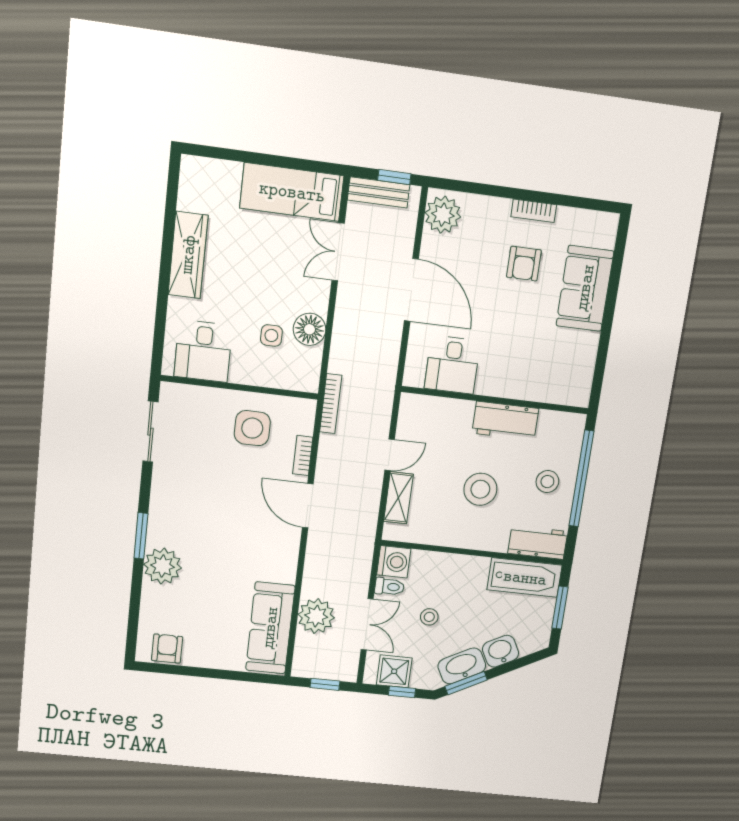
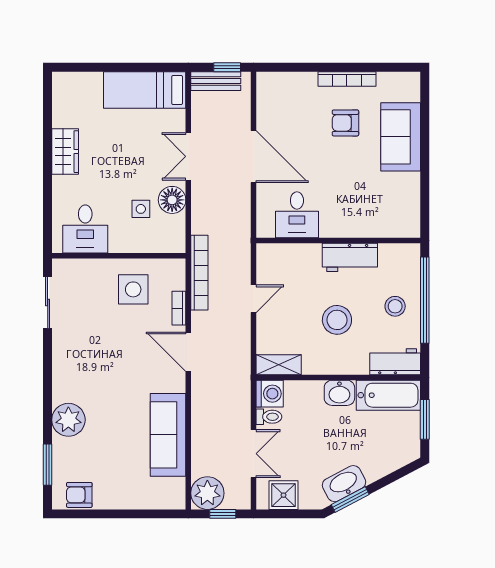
bookcase: (534, 211) -> (347, 79), width x1.56
plant: (443, 215) -> (271, 92), removed
double door: (338, 252) -> (188, 156), moved
wardrobe: (188, 255) -> (65, 152), width x0.67
armchair: (524, 264) -> (345, 123), turned 90
bookcase: (331, 404) -> (199, 273), width x1.48, depth x1.31
shelving: (398, 498) -> (279, 365), moved, turned 90
window: (141, 536) -> (48, 465), moved
plant: (316, 616) -> (207, 493), moved
stool: (429, 617) -> (308, 441), removed
sofa: (270, 628) -> (168, 435), moved
armchair: (167, 649) -> (79, 495), turned -90
washbasin: (501, 651) -> (339, 393), moved, turned -152
window: (402, 692) -> (293, 514), removed

